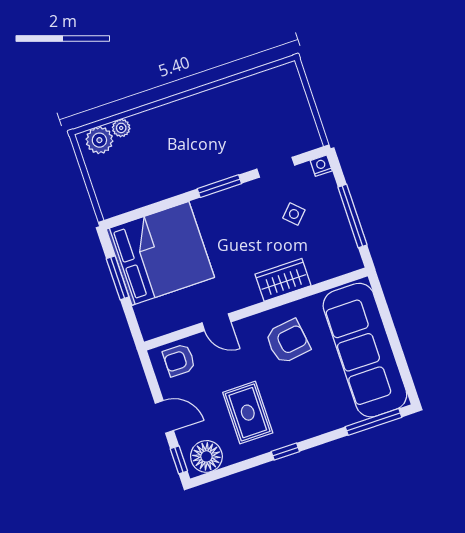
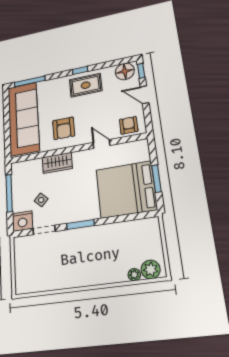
nightstand: (321, 166) -> (22, 221), width x1.89, depth x1.79
armchair: (288, 341) -> (64, 128), turned -82
armchair: (179, 360) -> (129, 125), turned -90
rug: (248, 413) -> (86, 85), moved, turned 90

